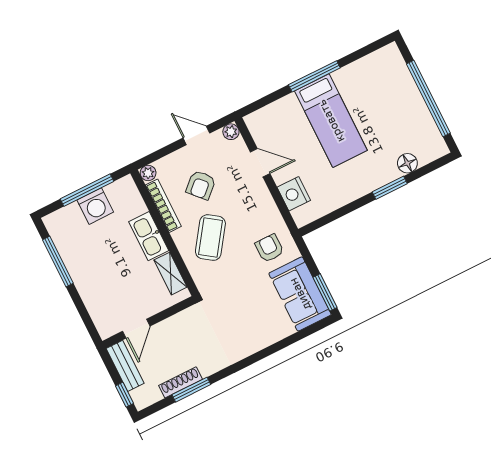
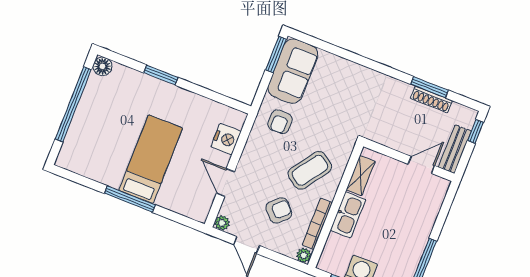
floor lamp: (407, 163) -> (102, 66), moved

